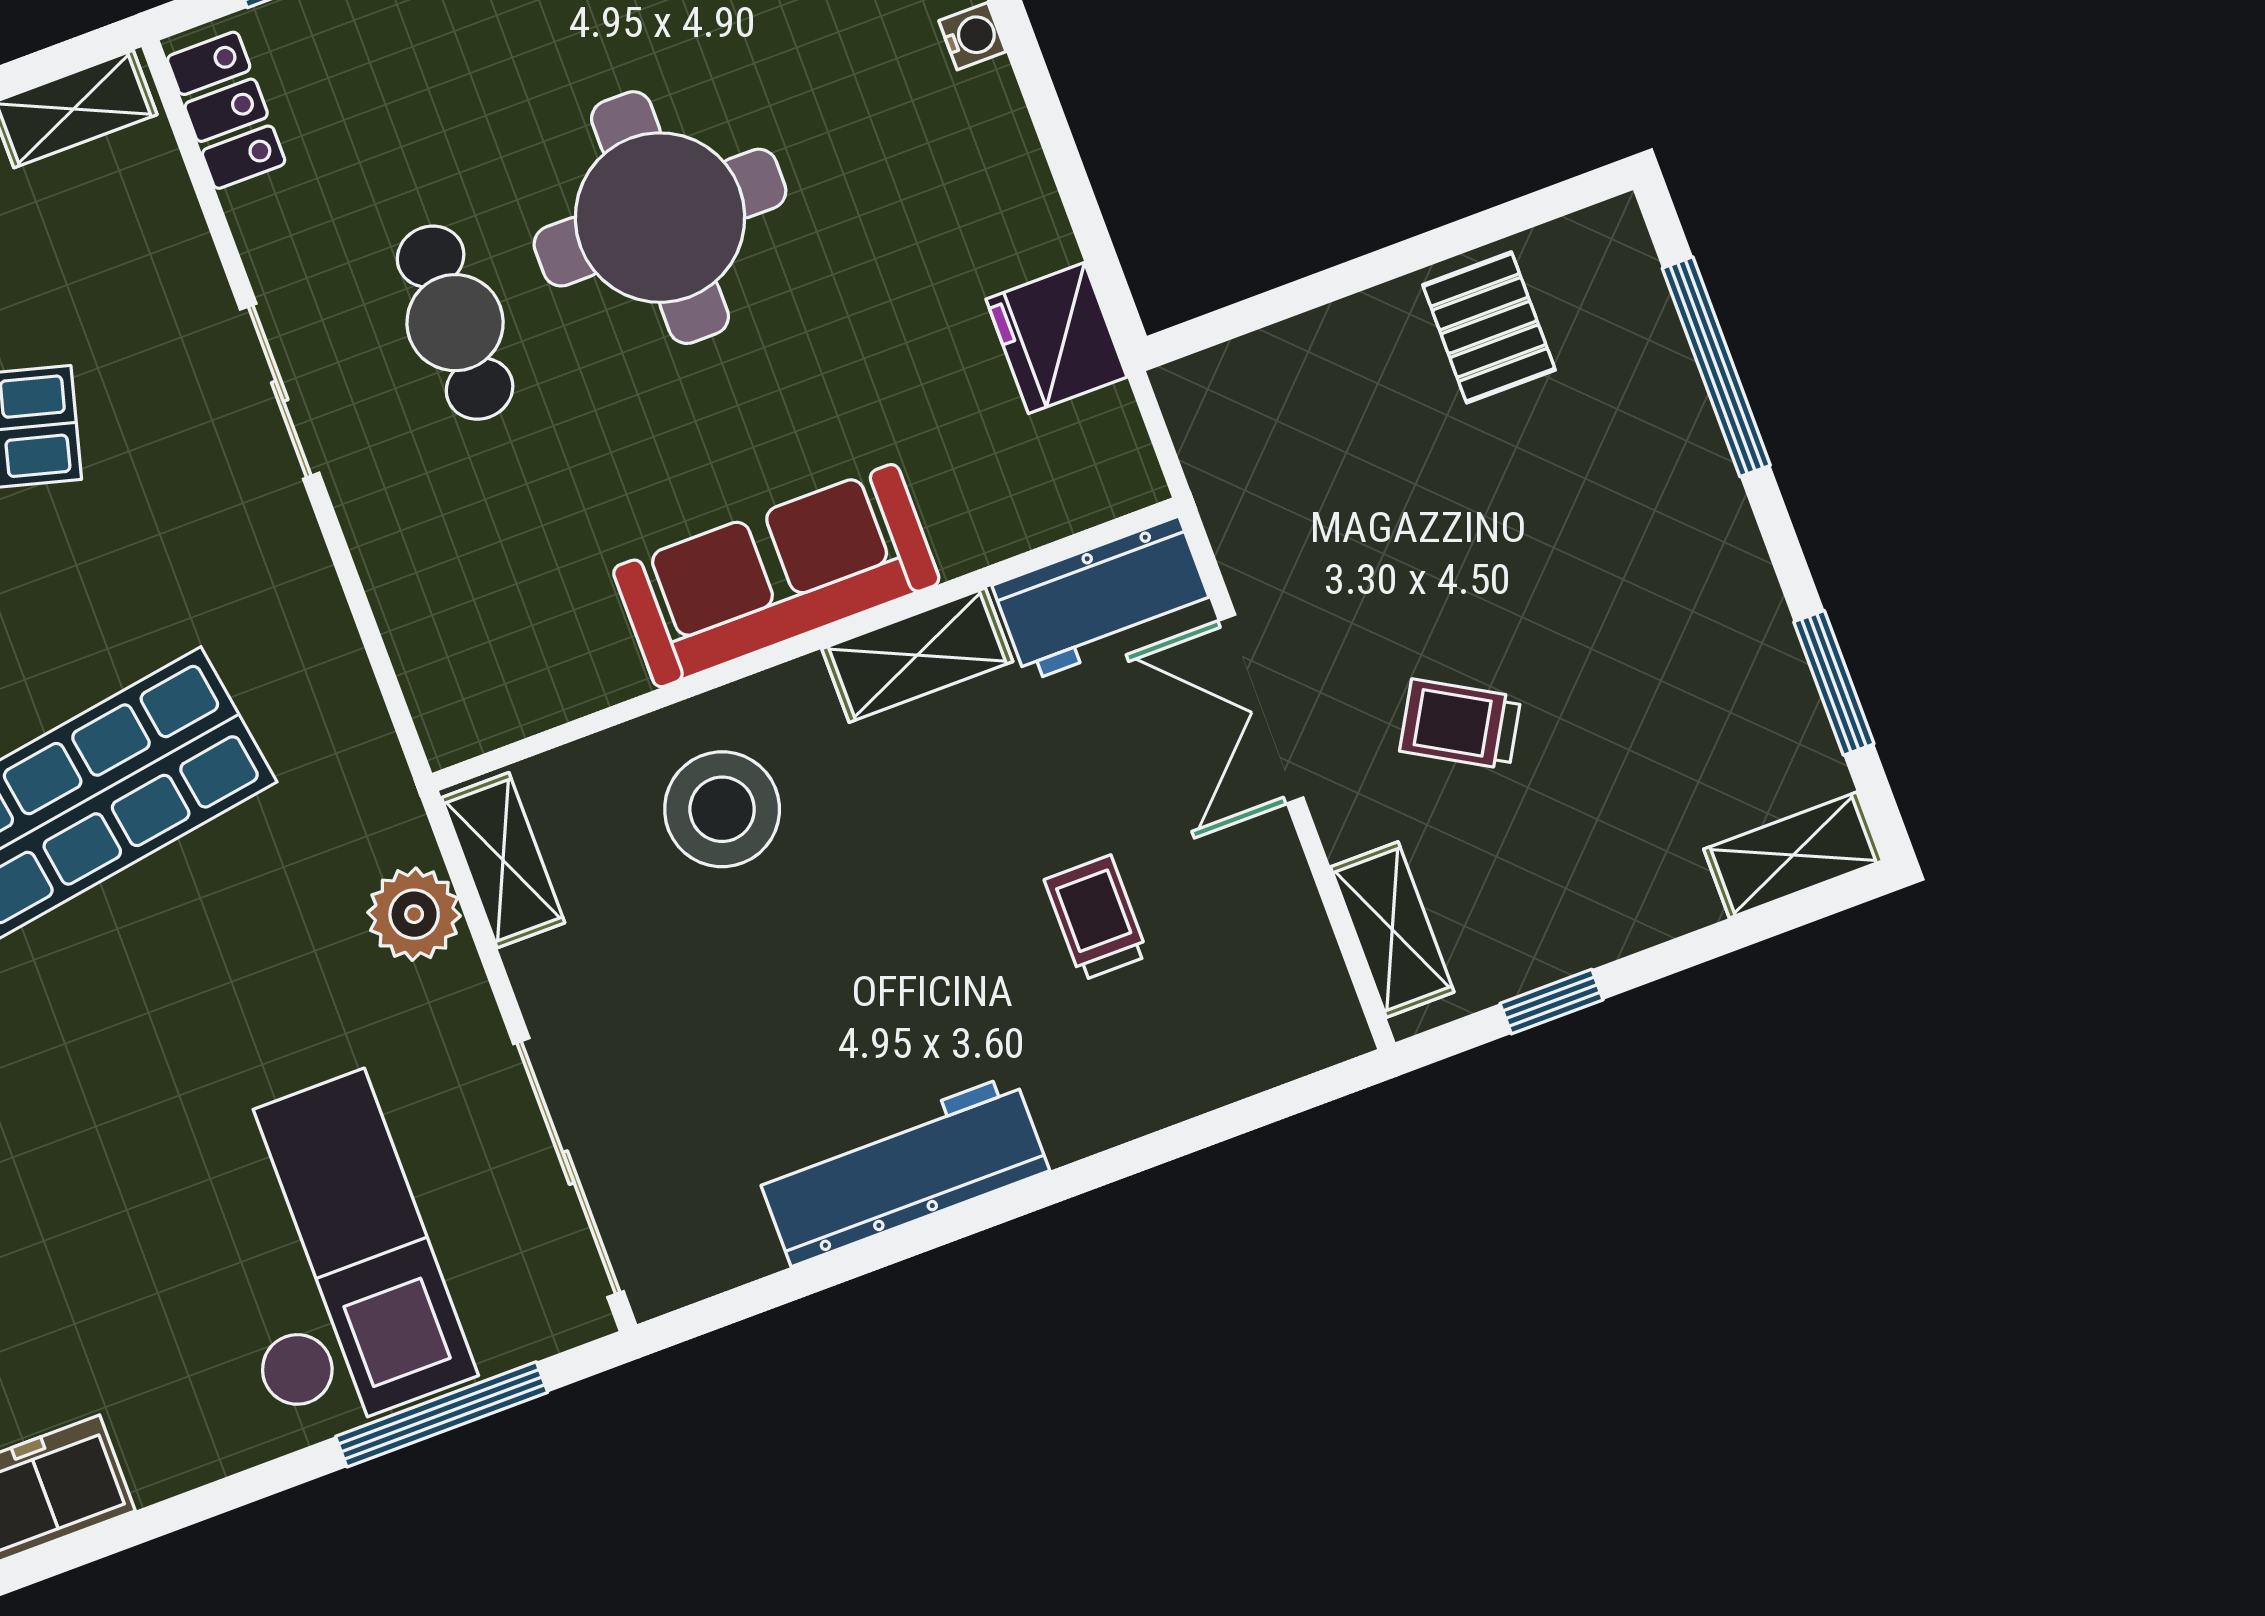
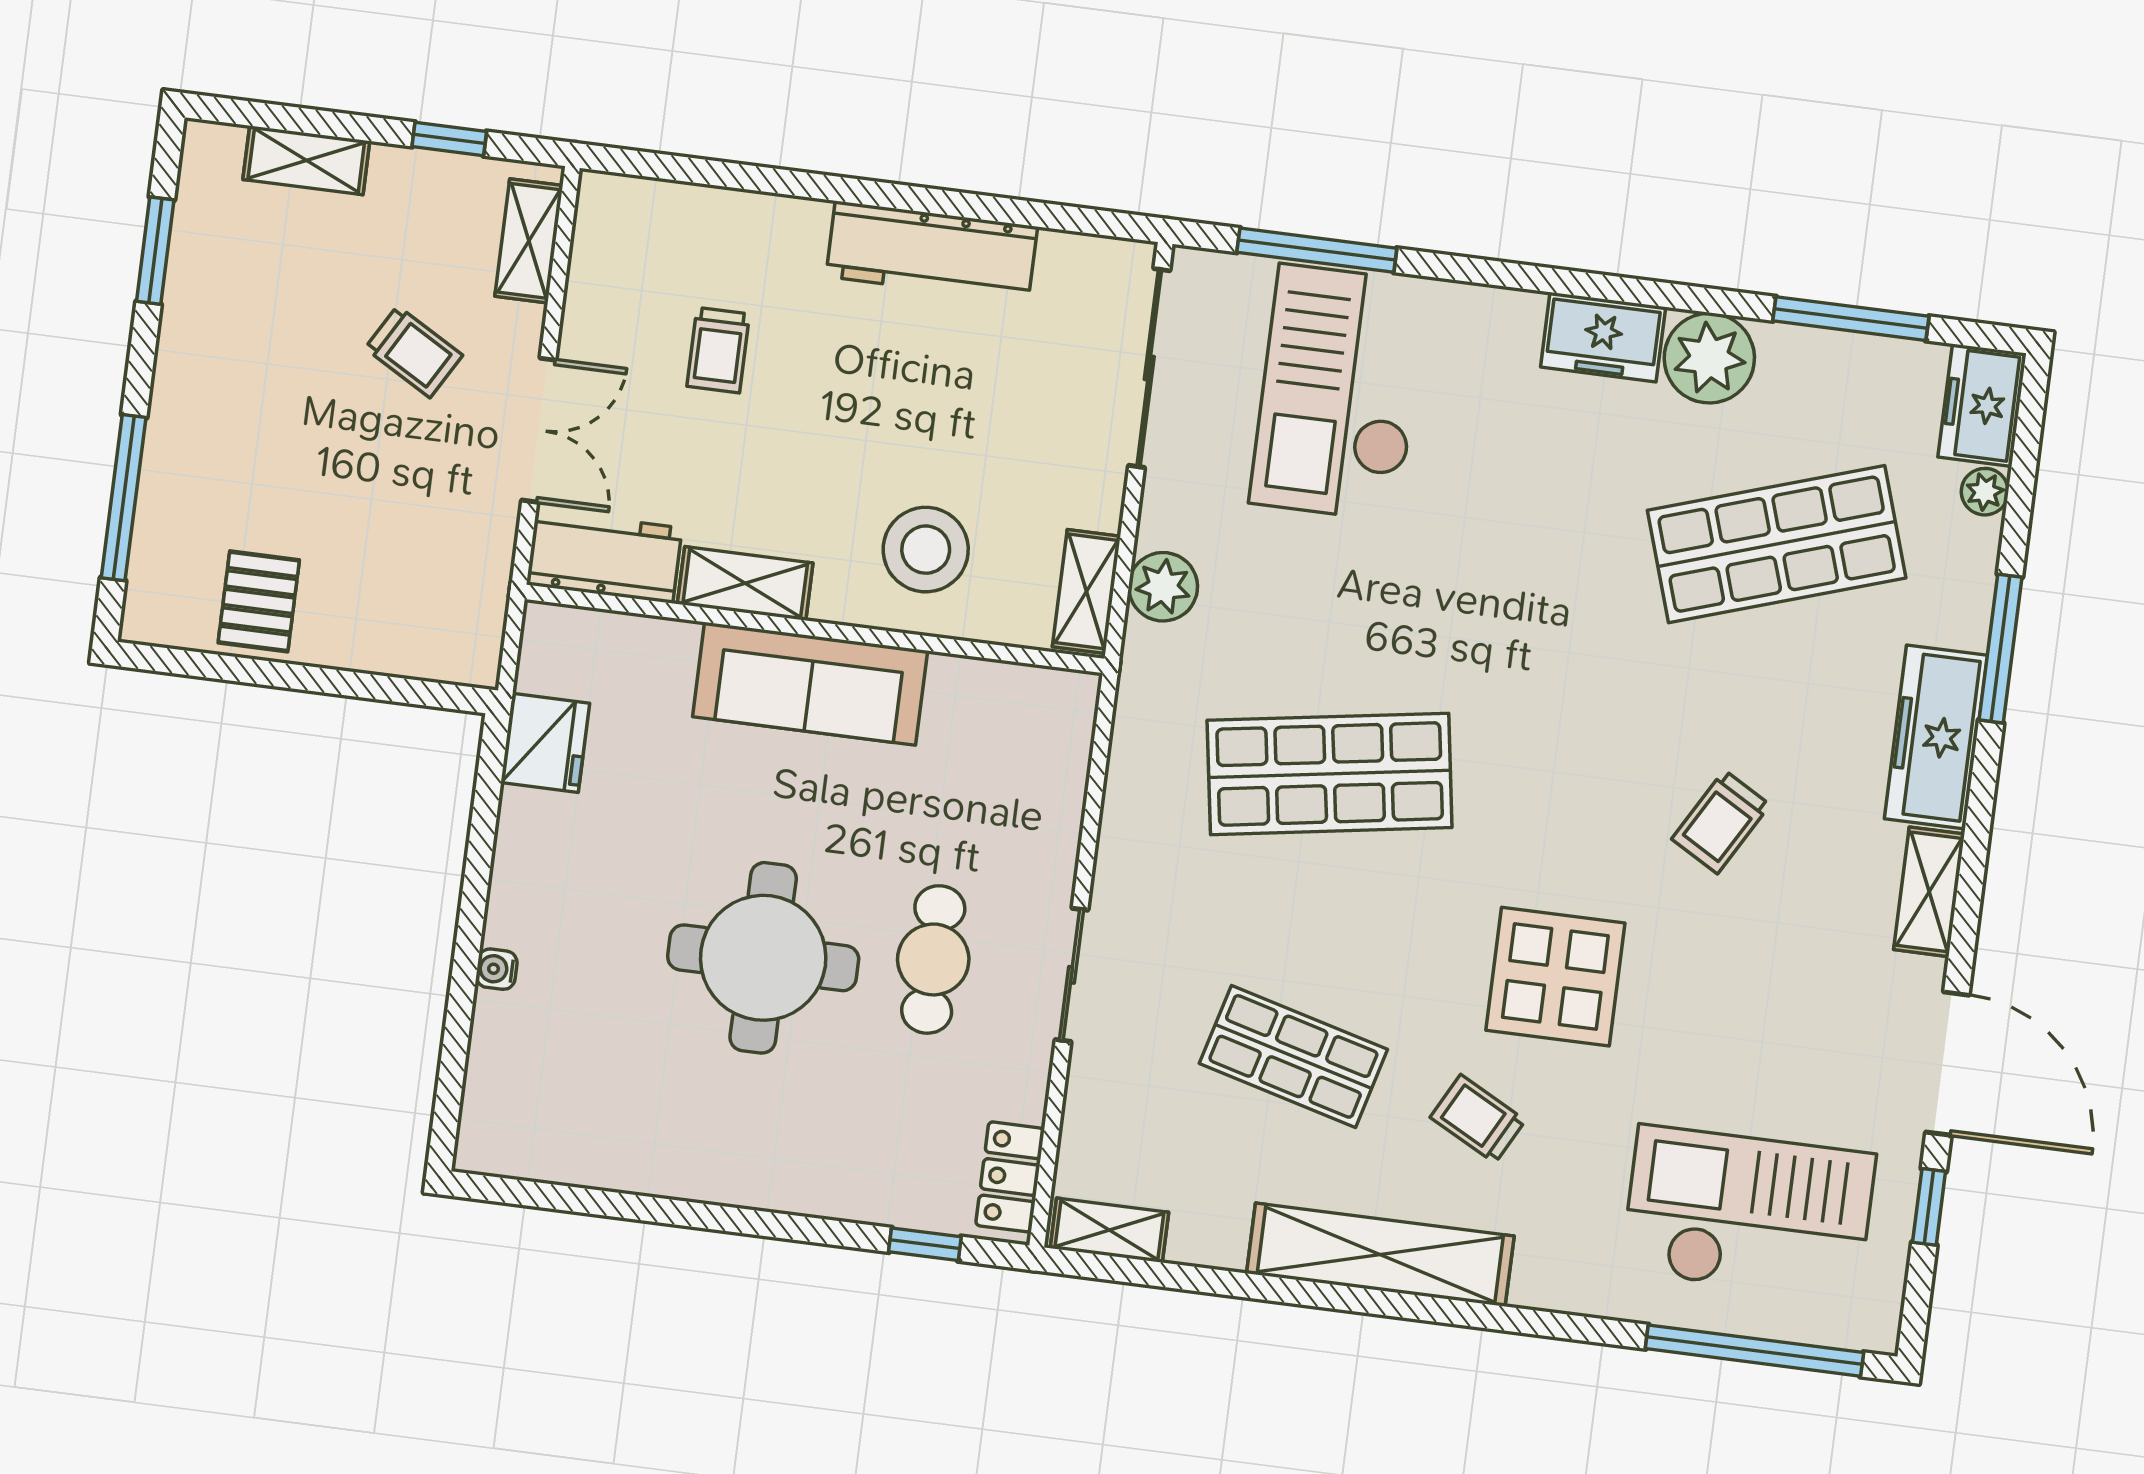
shelving: (1793, 855) -> (306, 160), moved

